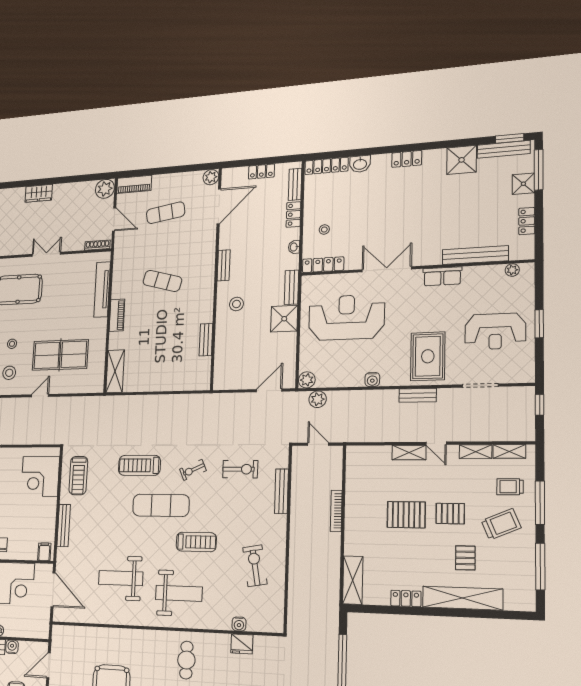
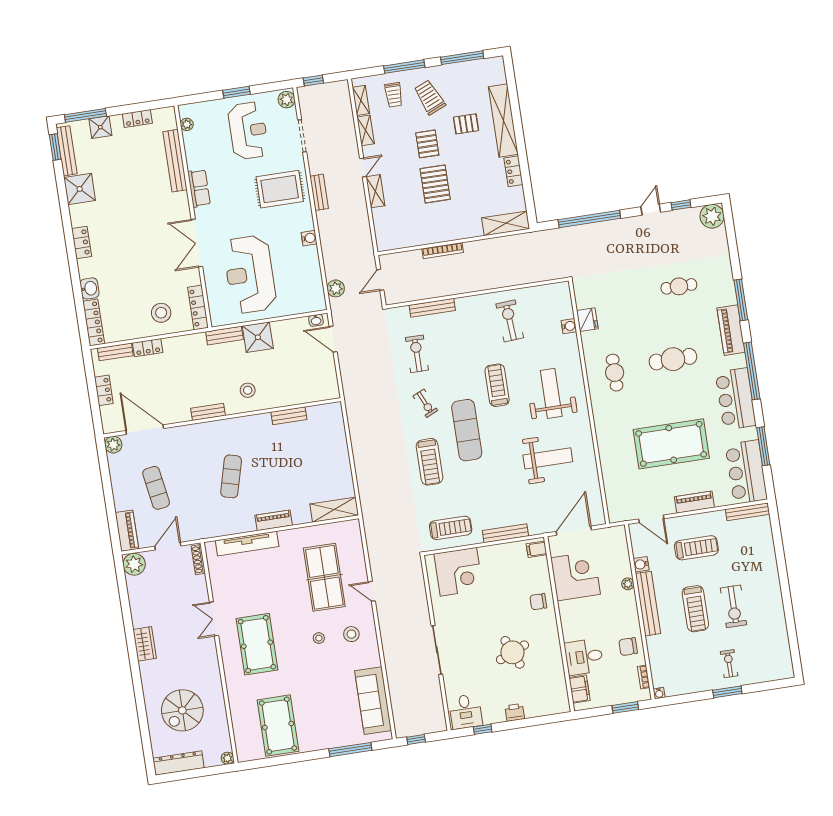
stool: (324, 230) -> (161, 313), width x1.89, depth x1.89
washbasin: (294, 247) -> (316, 320), moved
plant: (307, 380) -> (287, 100), moved
exercise bike: (255, 566) -> (510, 321), turned 96
weight bench: (121, 578) -> (548, 458), turned -90
cafe table: (186, 660) -> (615, 373), turned 90

